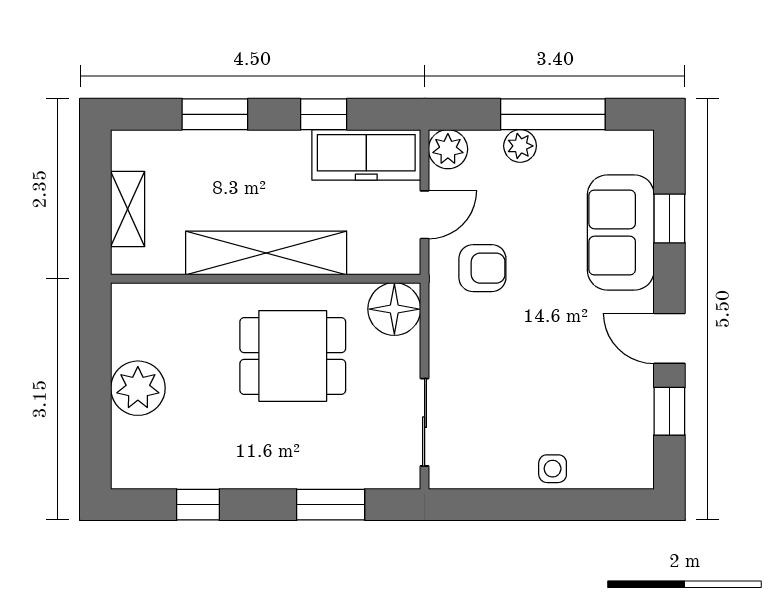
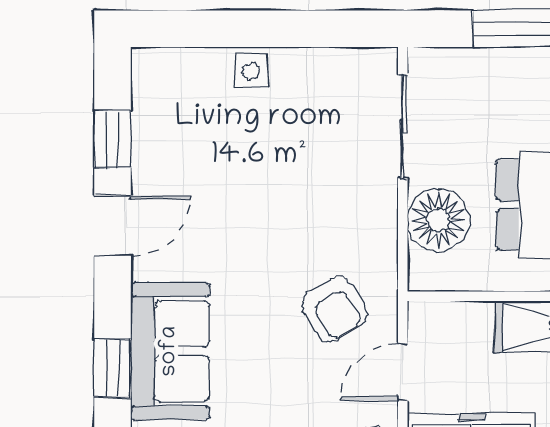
armchair: (482, 268) -> (334, 309), turned -121
floor lamp: (394, 309) -> (439, 220), moved
door: (669, 338) -> (113, 226), hinge flipped

